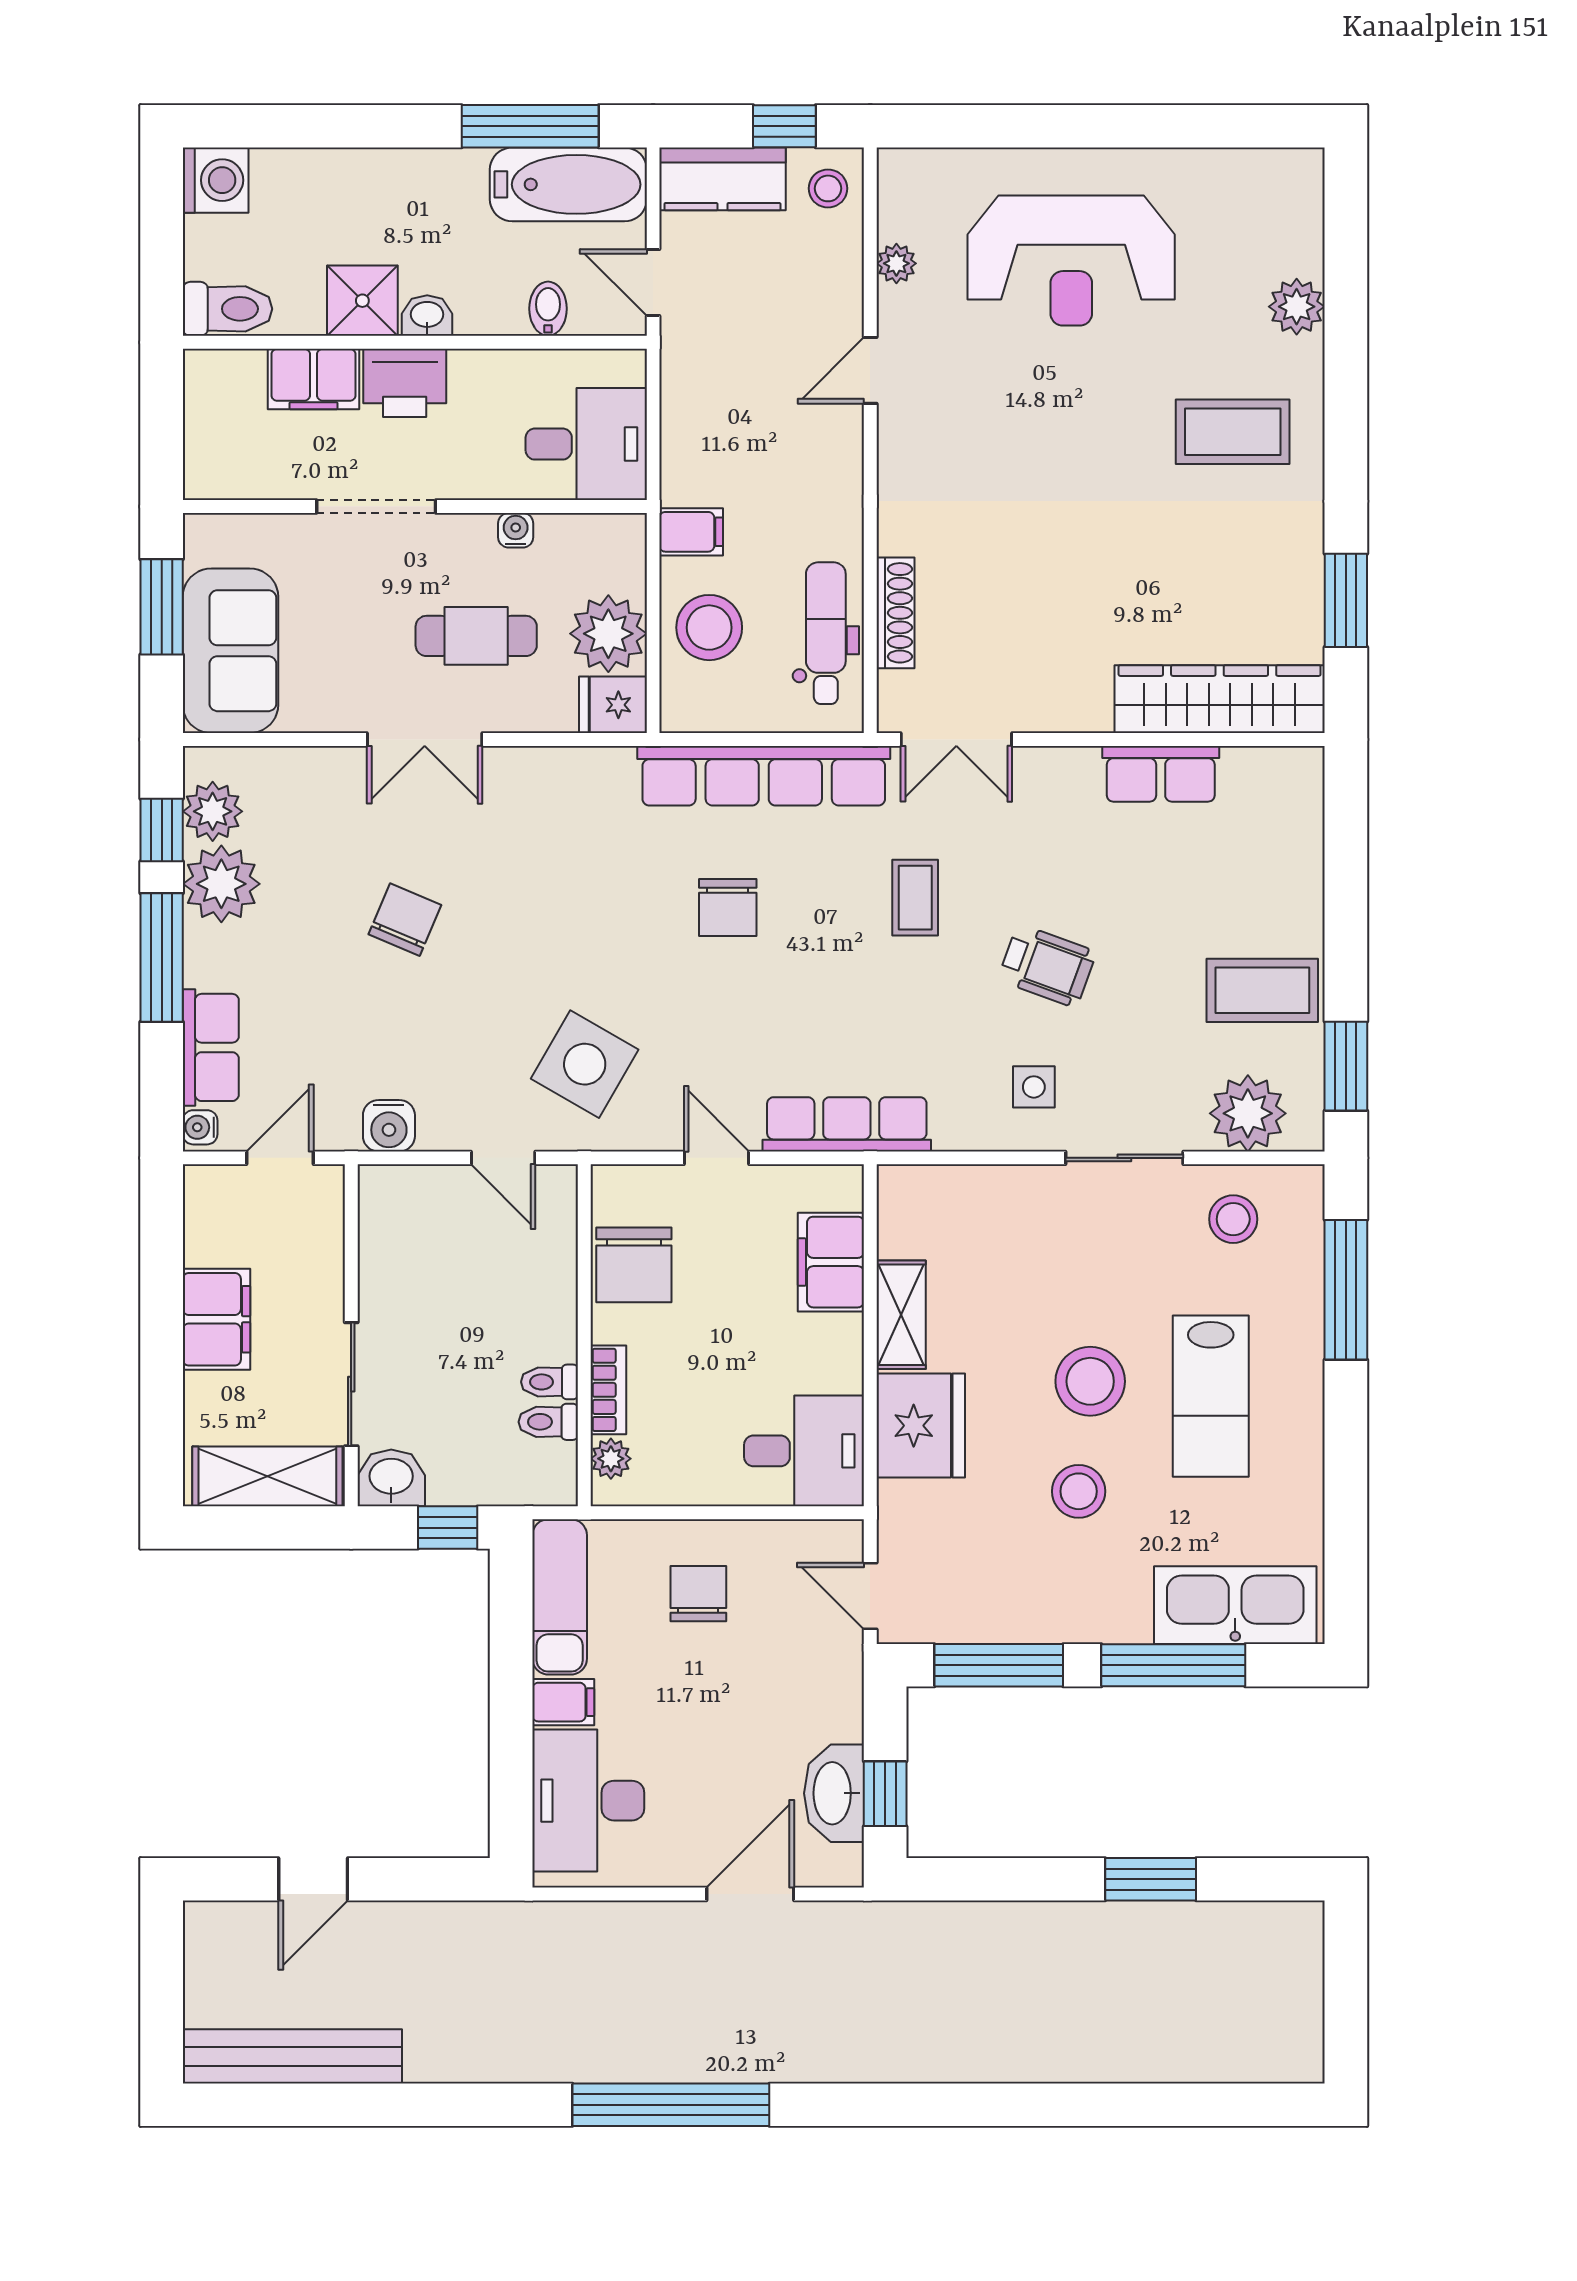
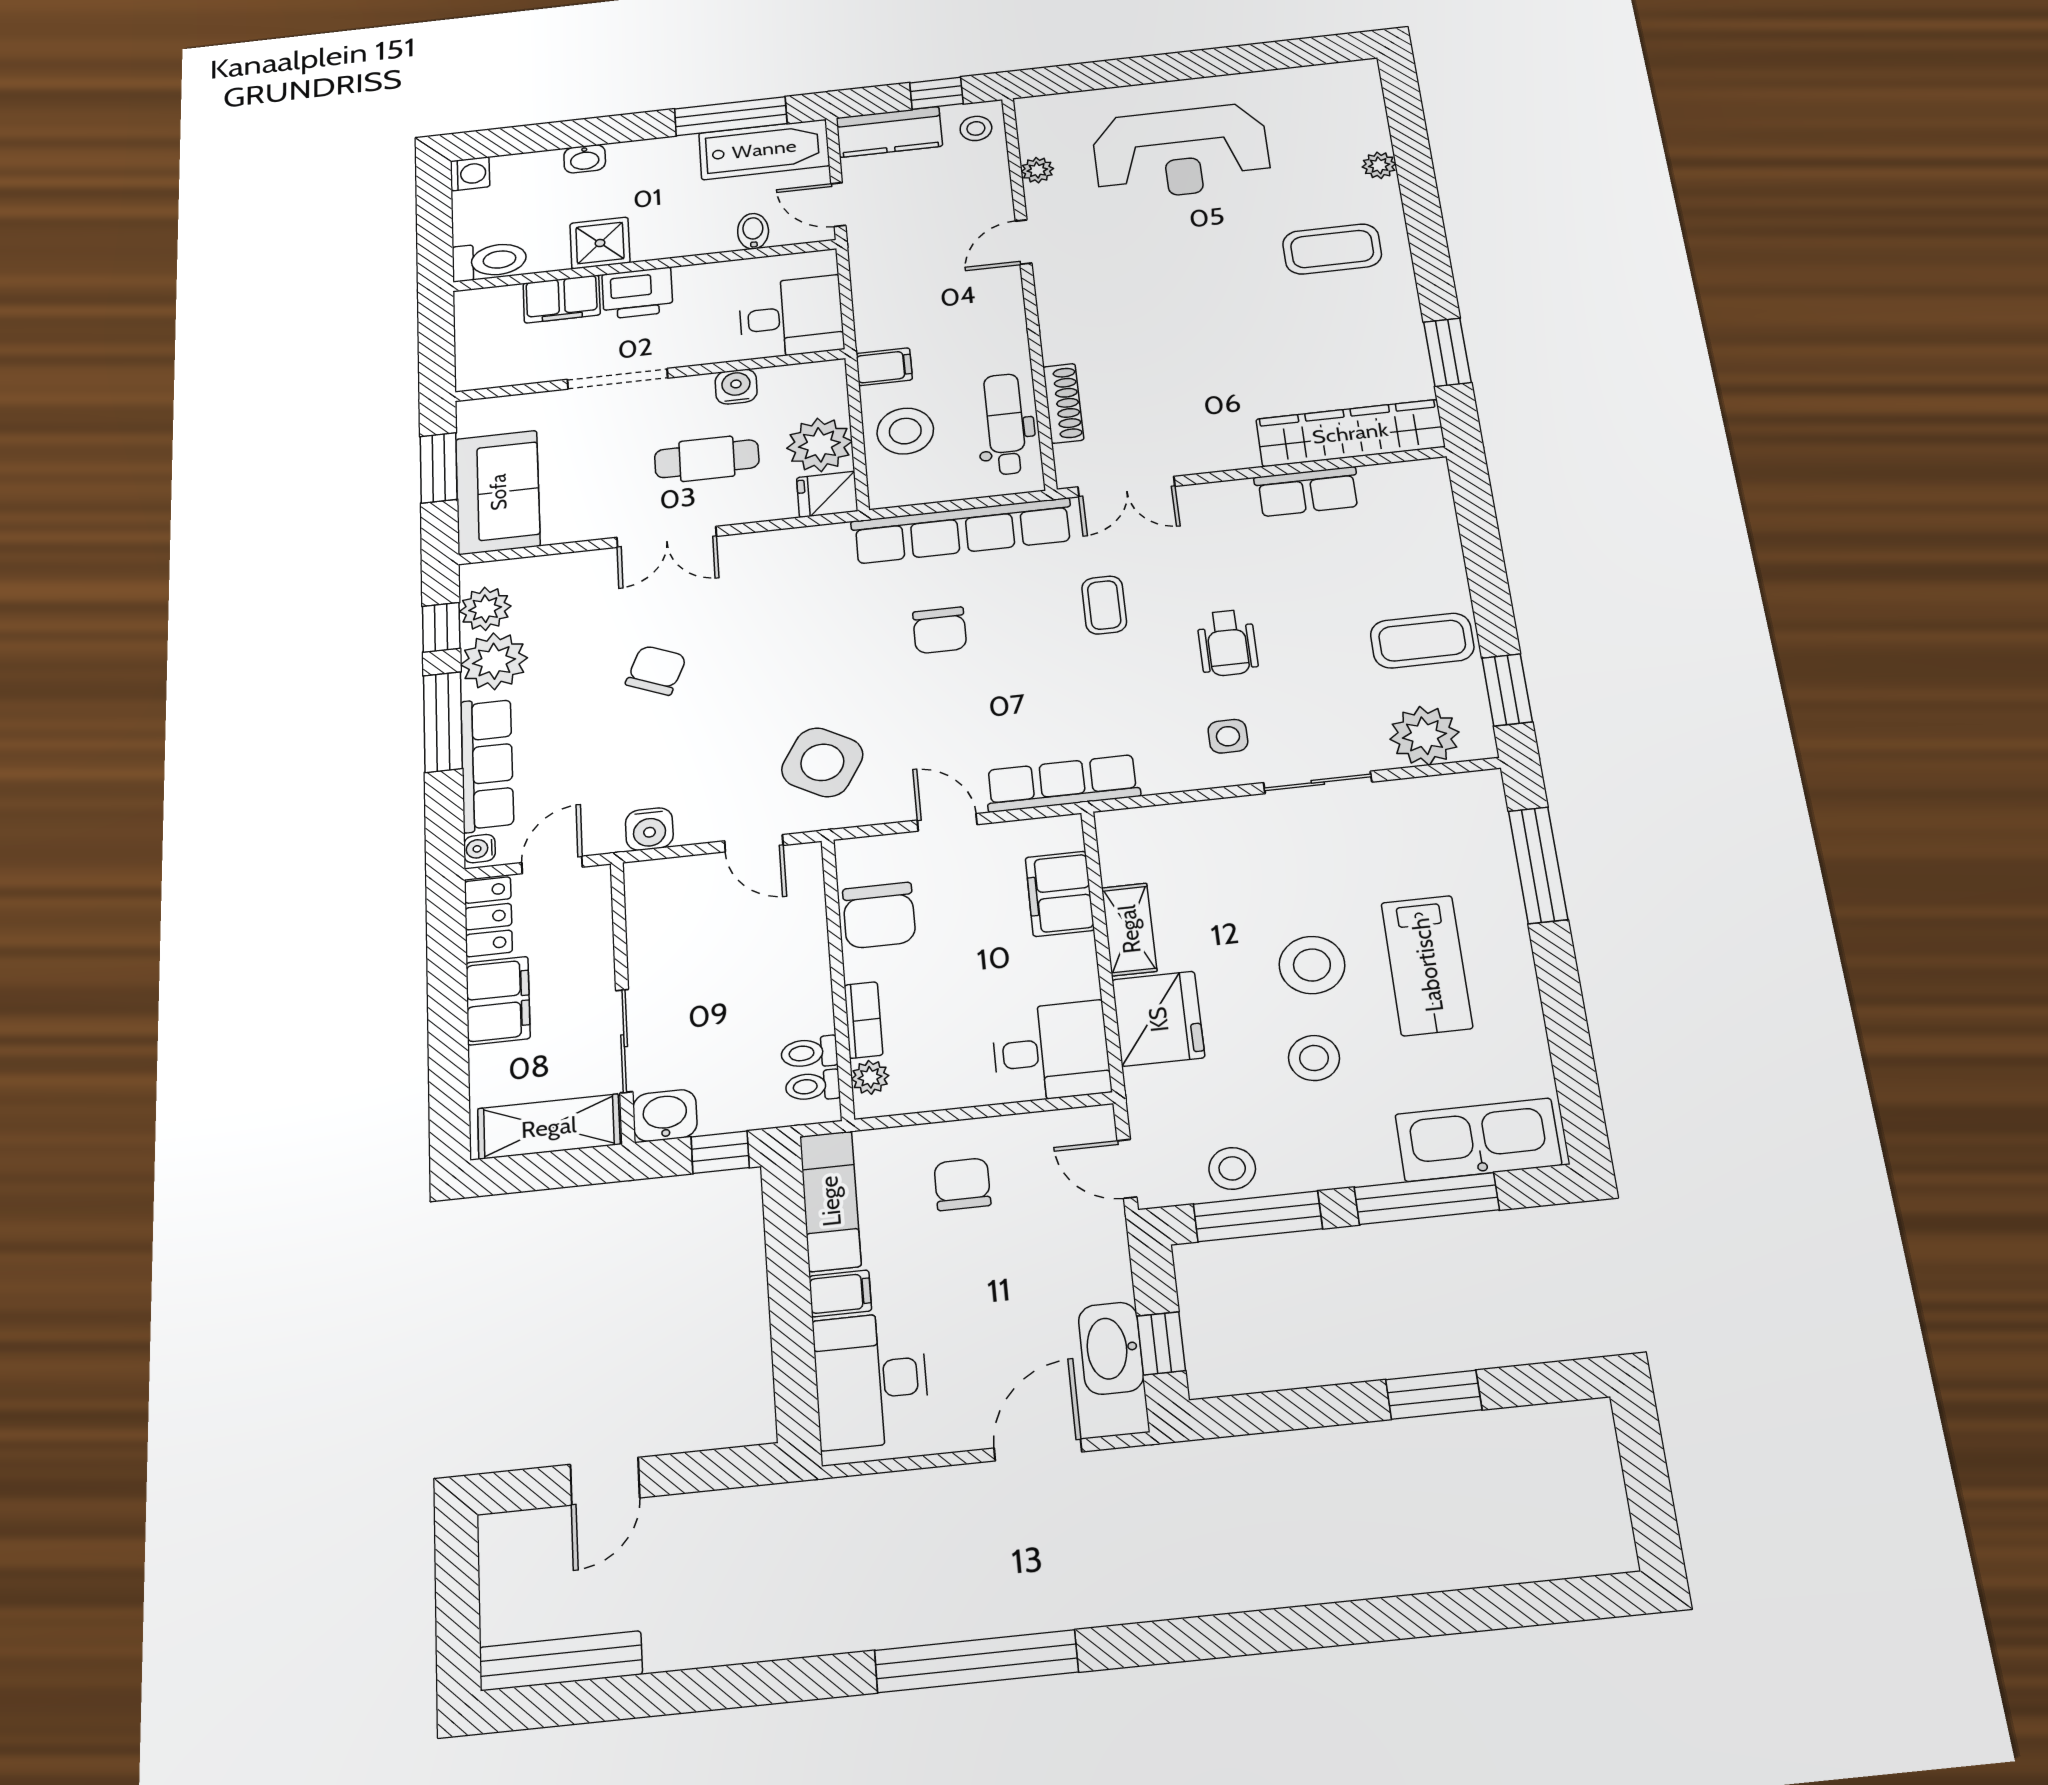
washing machine: (216, 180) -> (470, 174), width x0.73, depth x0.73
plant: (1297, 307) -> (1379, 165), width x0.73, depth x0.73
washbasin: (427, 316) -> (585, 159), moved, turned 180
water cooler: (516, 530) -> (736, 387), width x1.38, depth x1.38
wheelchair: (1047, 966) -> (1227, 643), turned 70
row of seats: (211, 1047) -> (487, 764), width x1.48
locker: (208, 1214) -> (488, 917), added
stool: (1233, 1219) -> (1232, 1168), moved
toilet: (549, 1382) -> (813, 1086), moved
bench: (292, 2056) -> (561, 1661), width x0.73, depth x0.82

